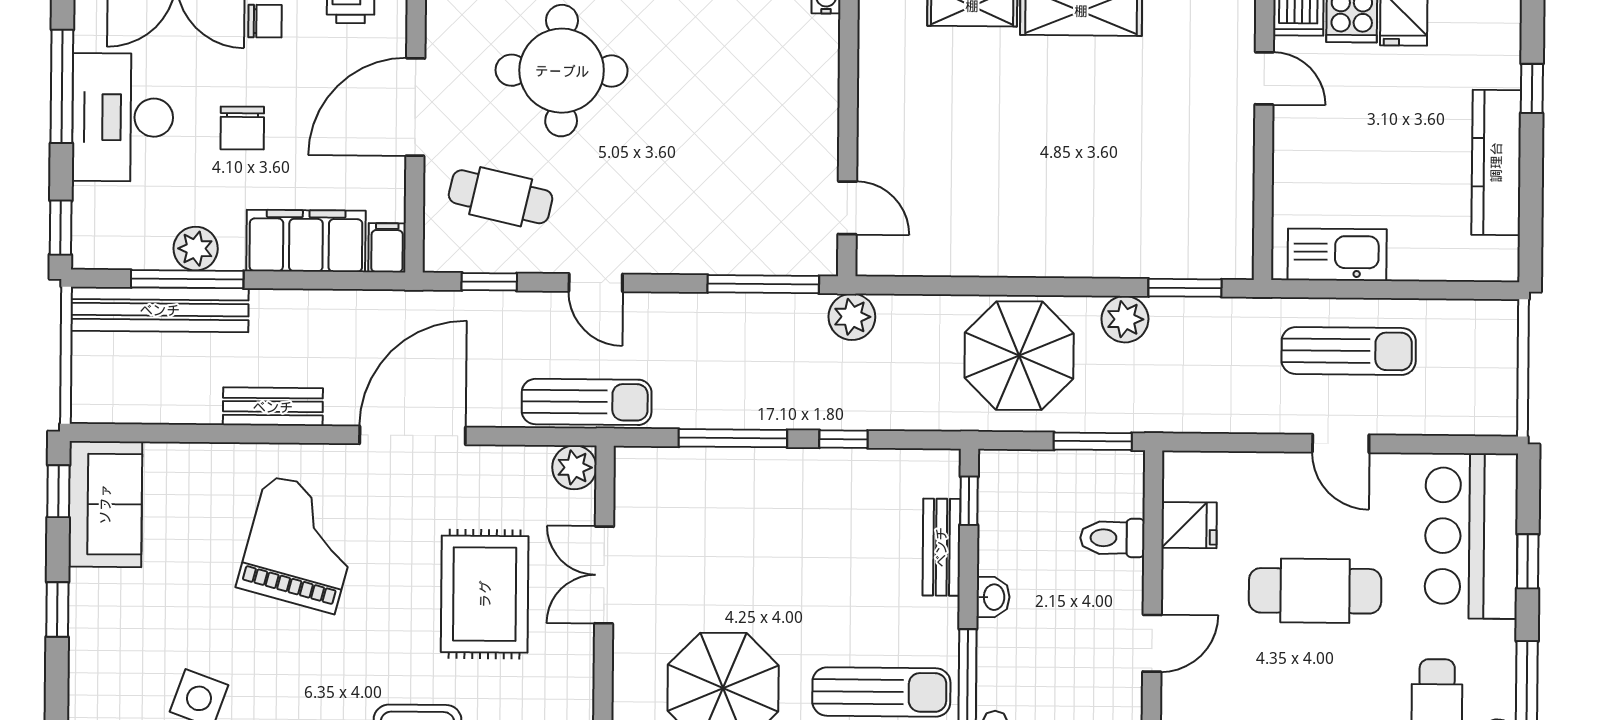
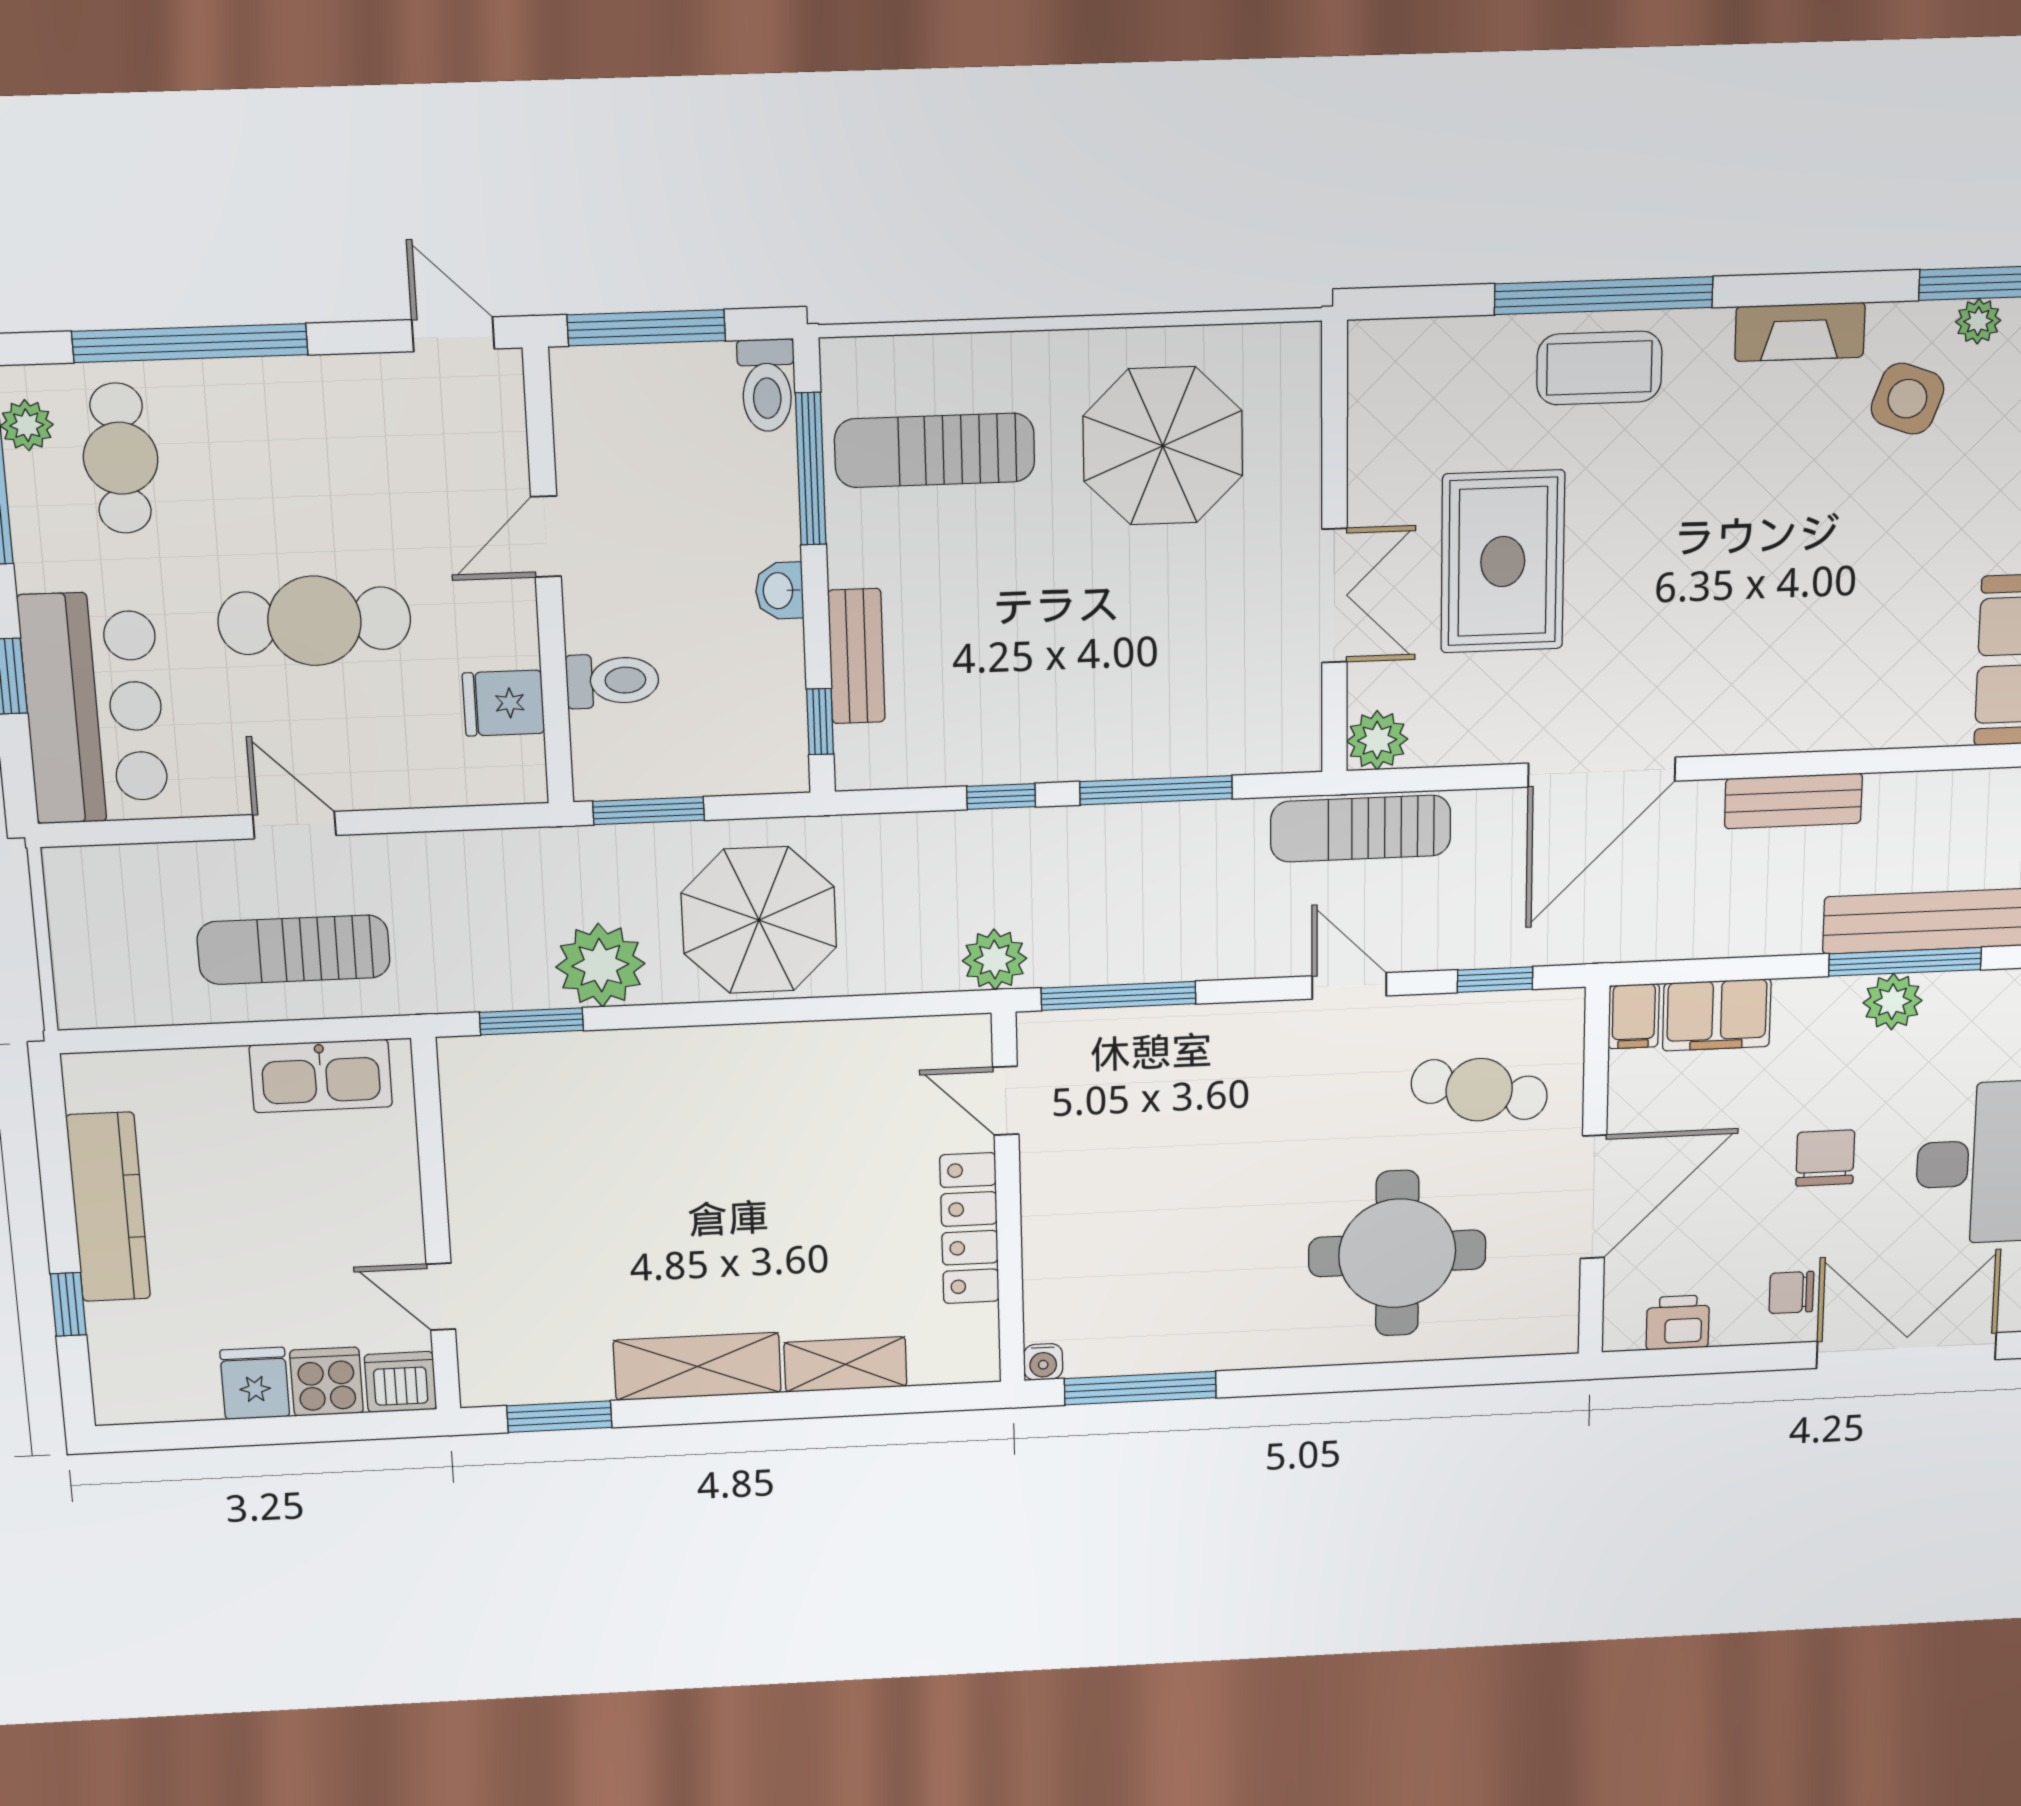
locker: (877, 109) -> (969, 1228), added
filing cabinet: (306, 241) -> (1717, 1015), width x0.67, depth x0.86
plant: (1125, 319) -> (600, 965), width x1.36, depth x1.36
grand piano: (301, 544) -> (1759, 618), removed

